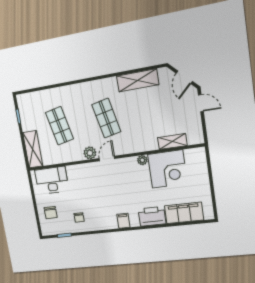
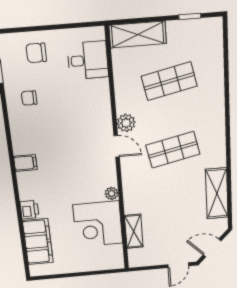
desk: (52, 180) -> (88, 60), width x0.73
printer: (152, 216) -> (29, 210), width x0.53, depth x0.68

